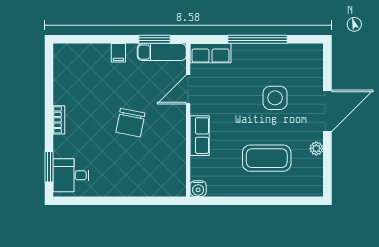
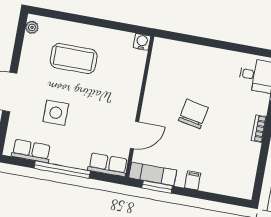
row of seats: (200, 136) -> (31, 151), moved, turned 90
plant: (316, 148) -> (32, 27), moved

